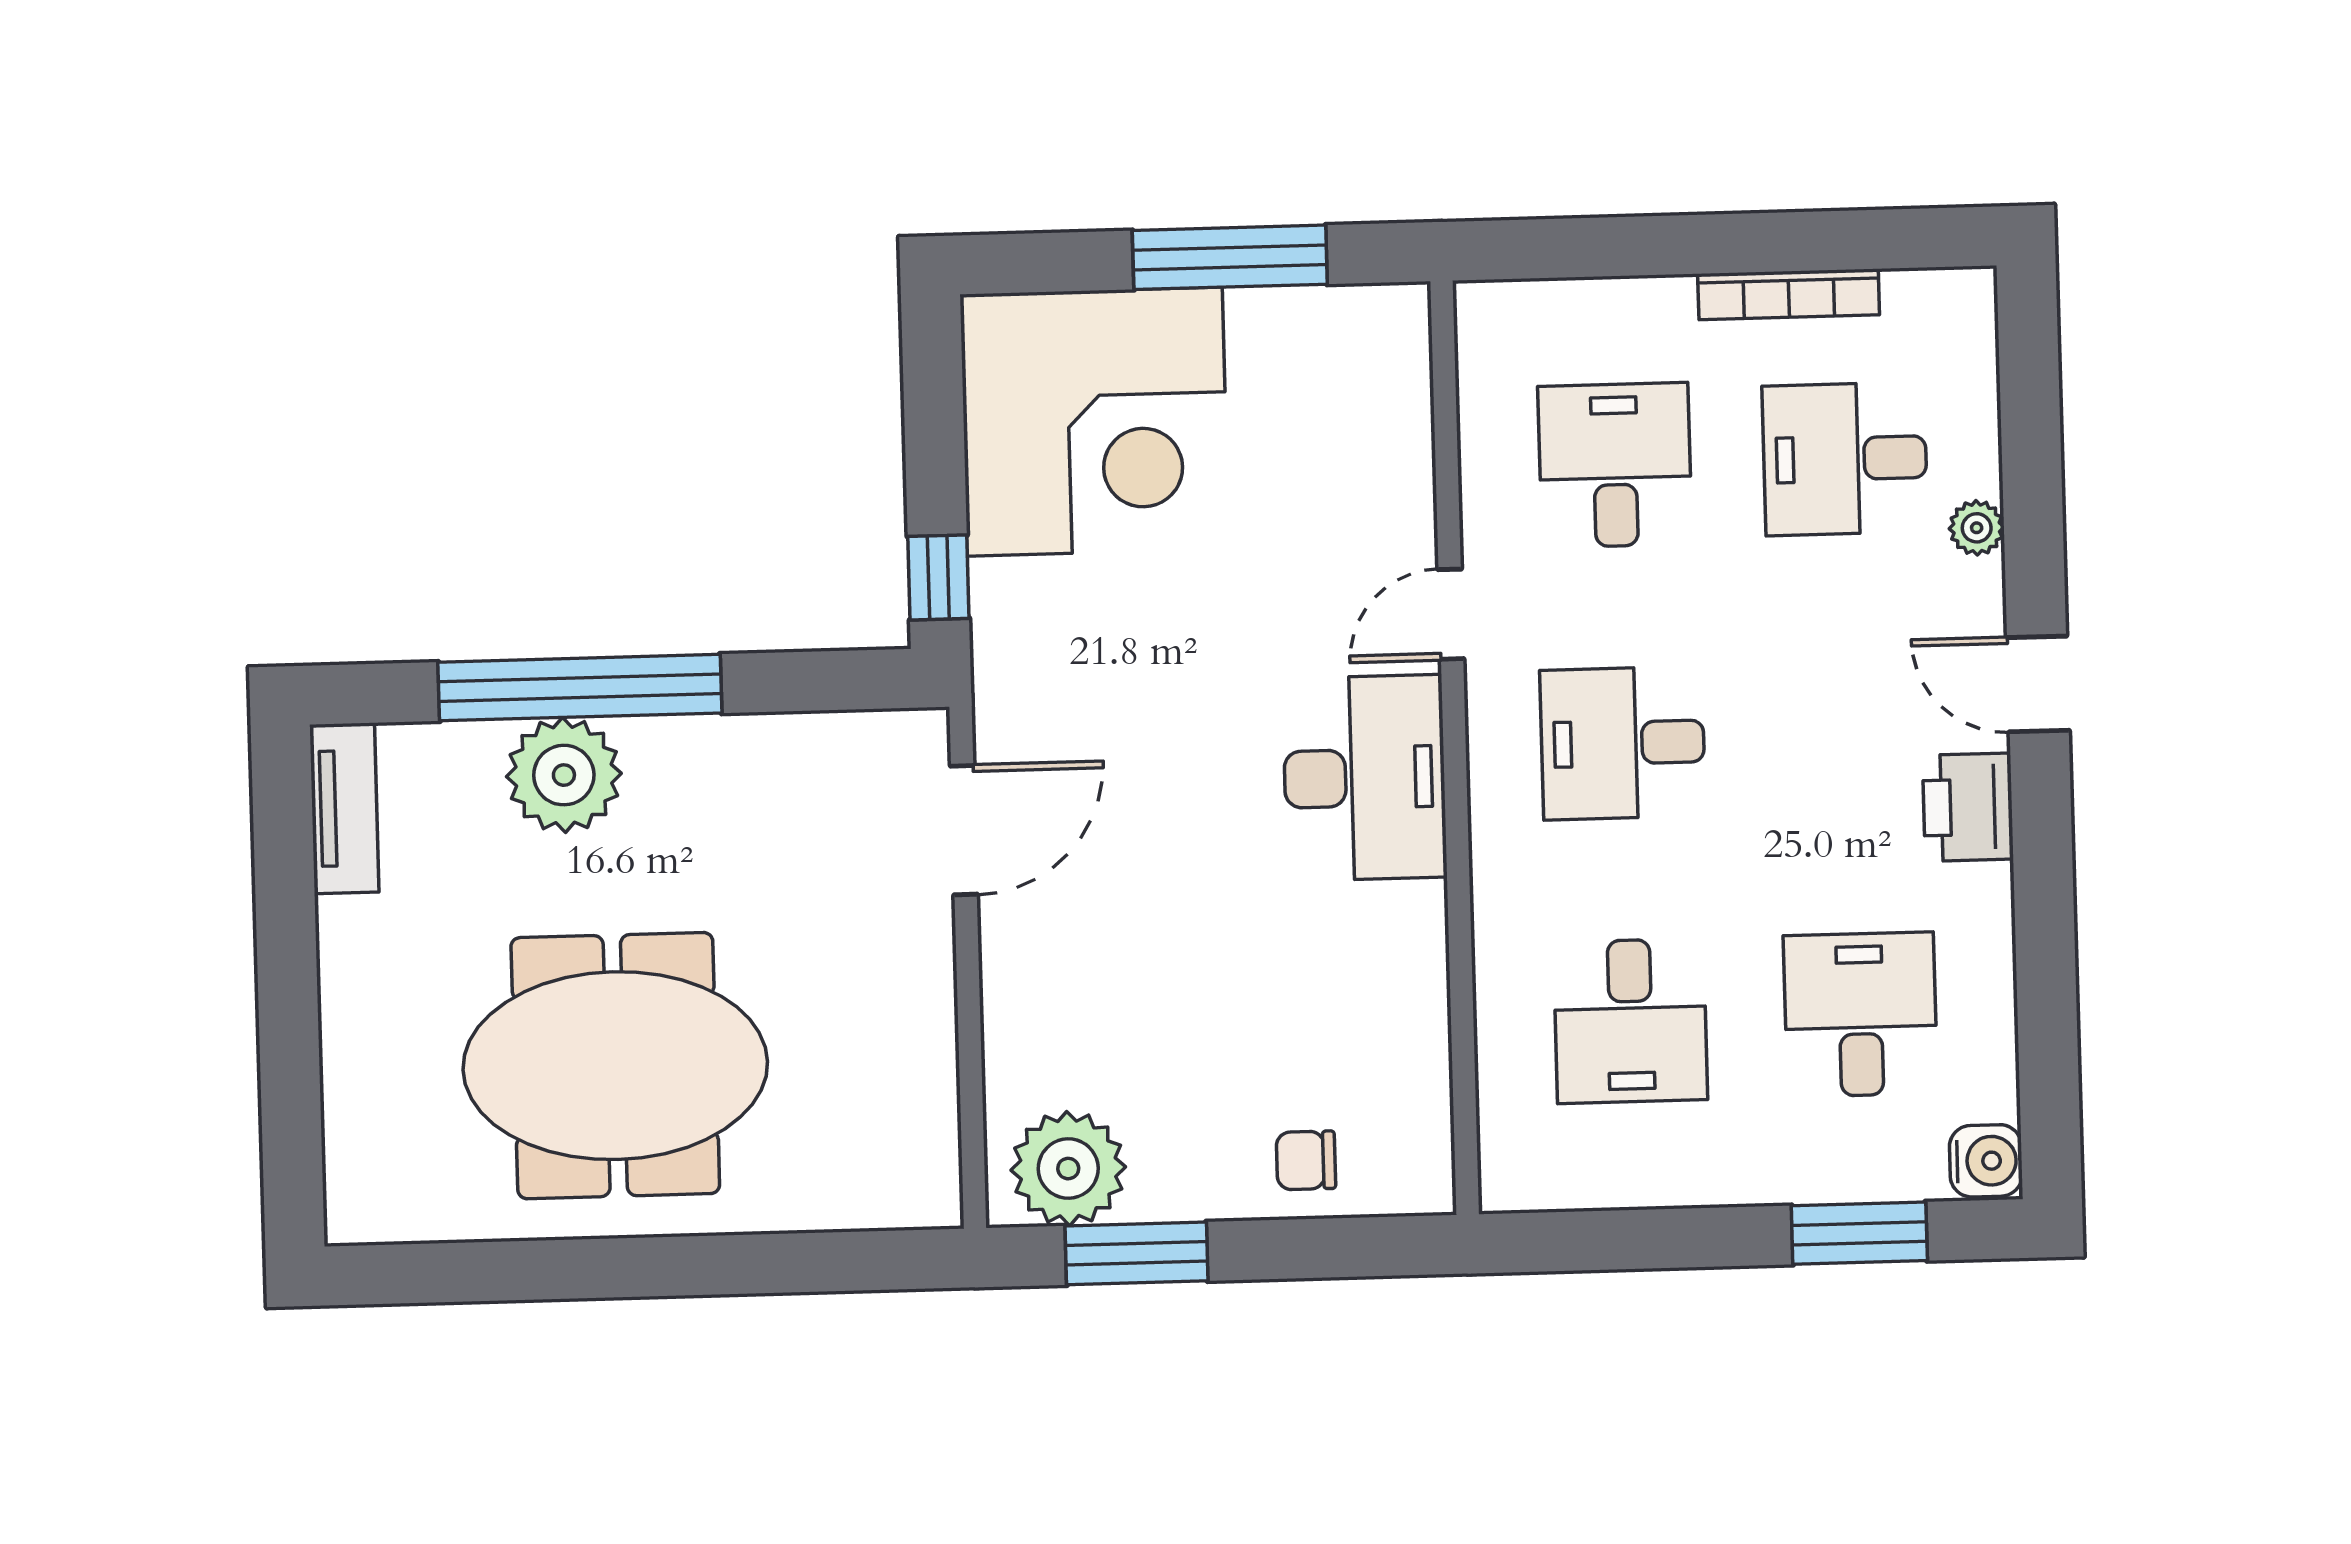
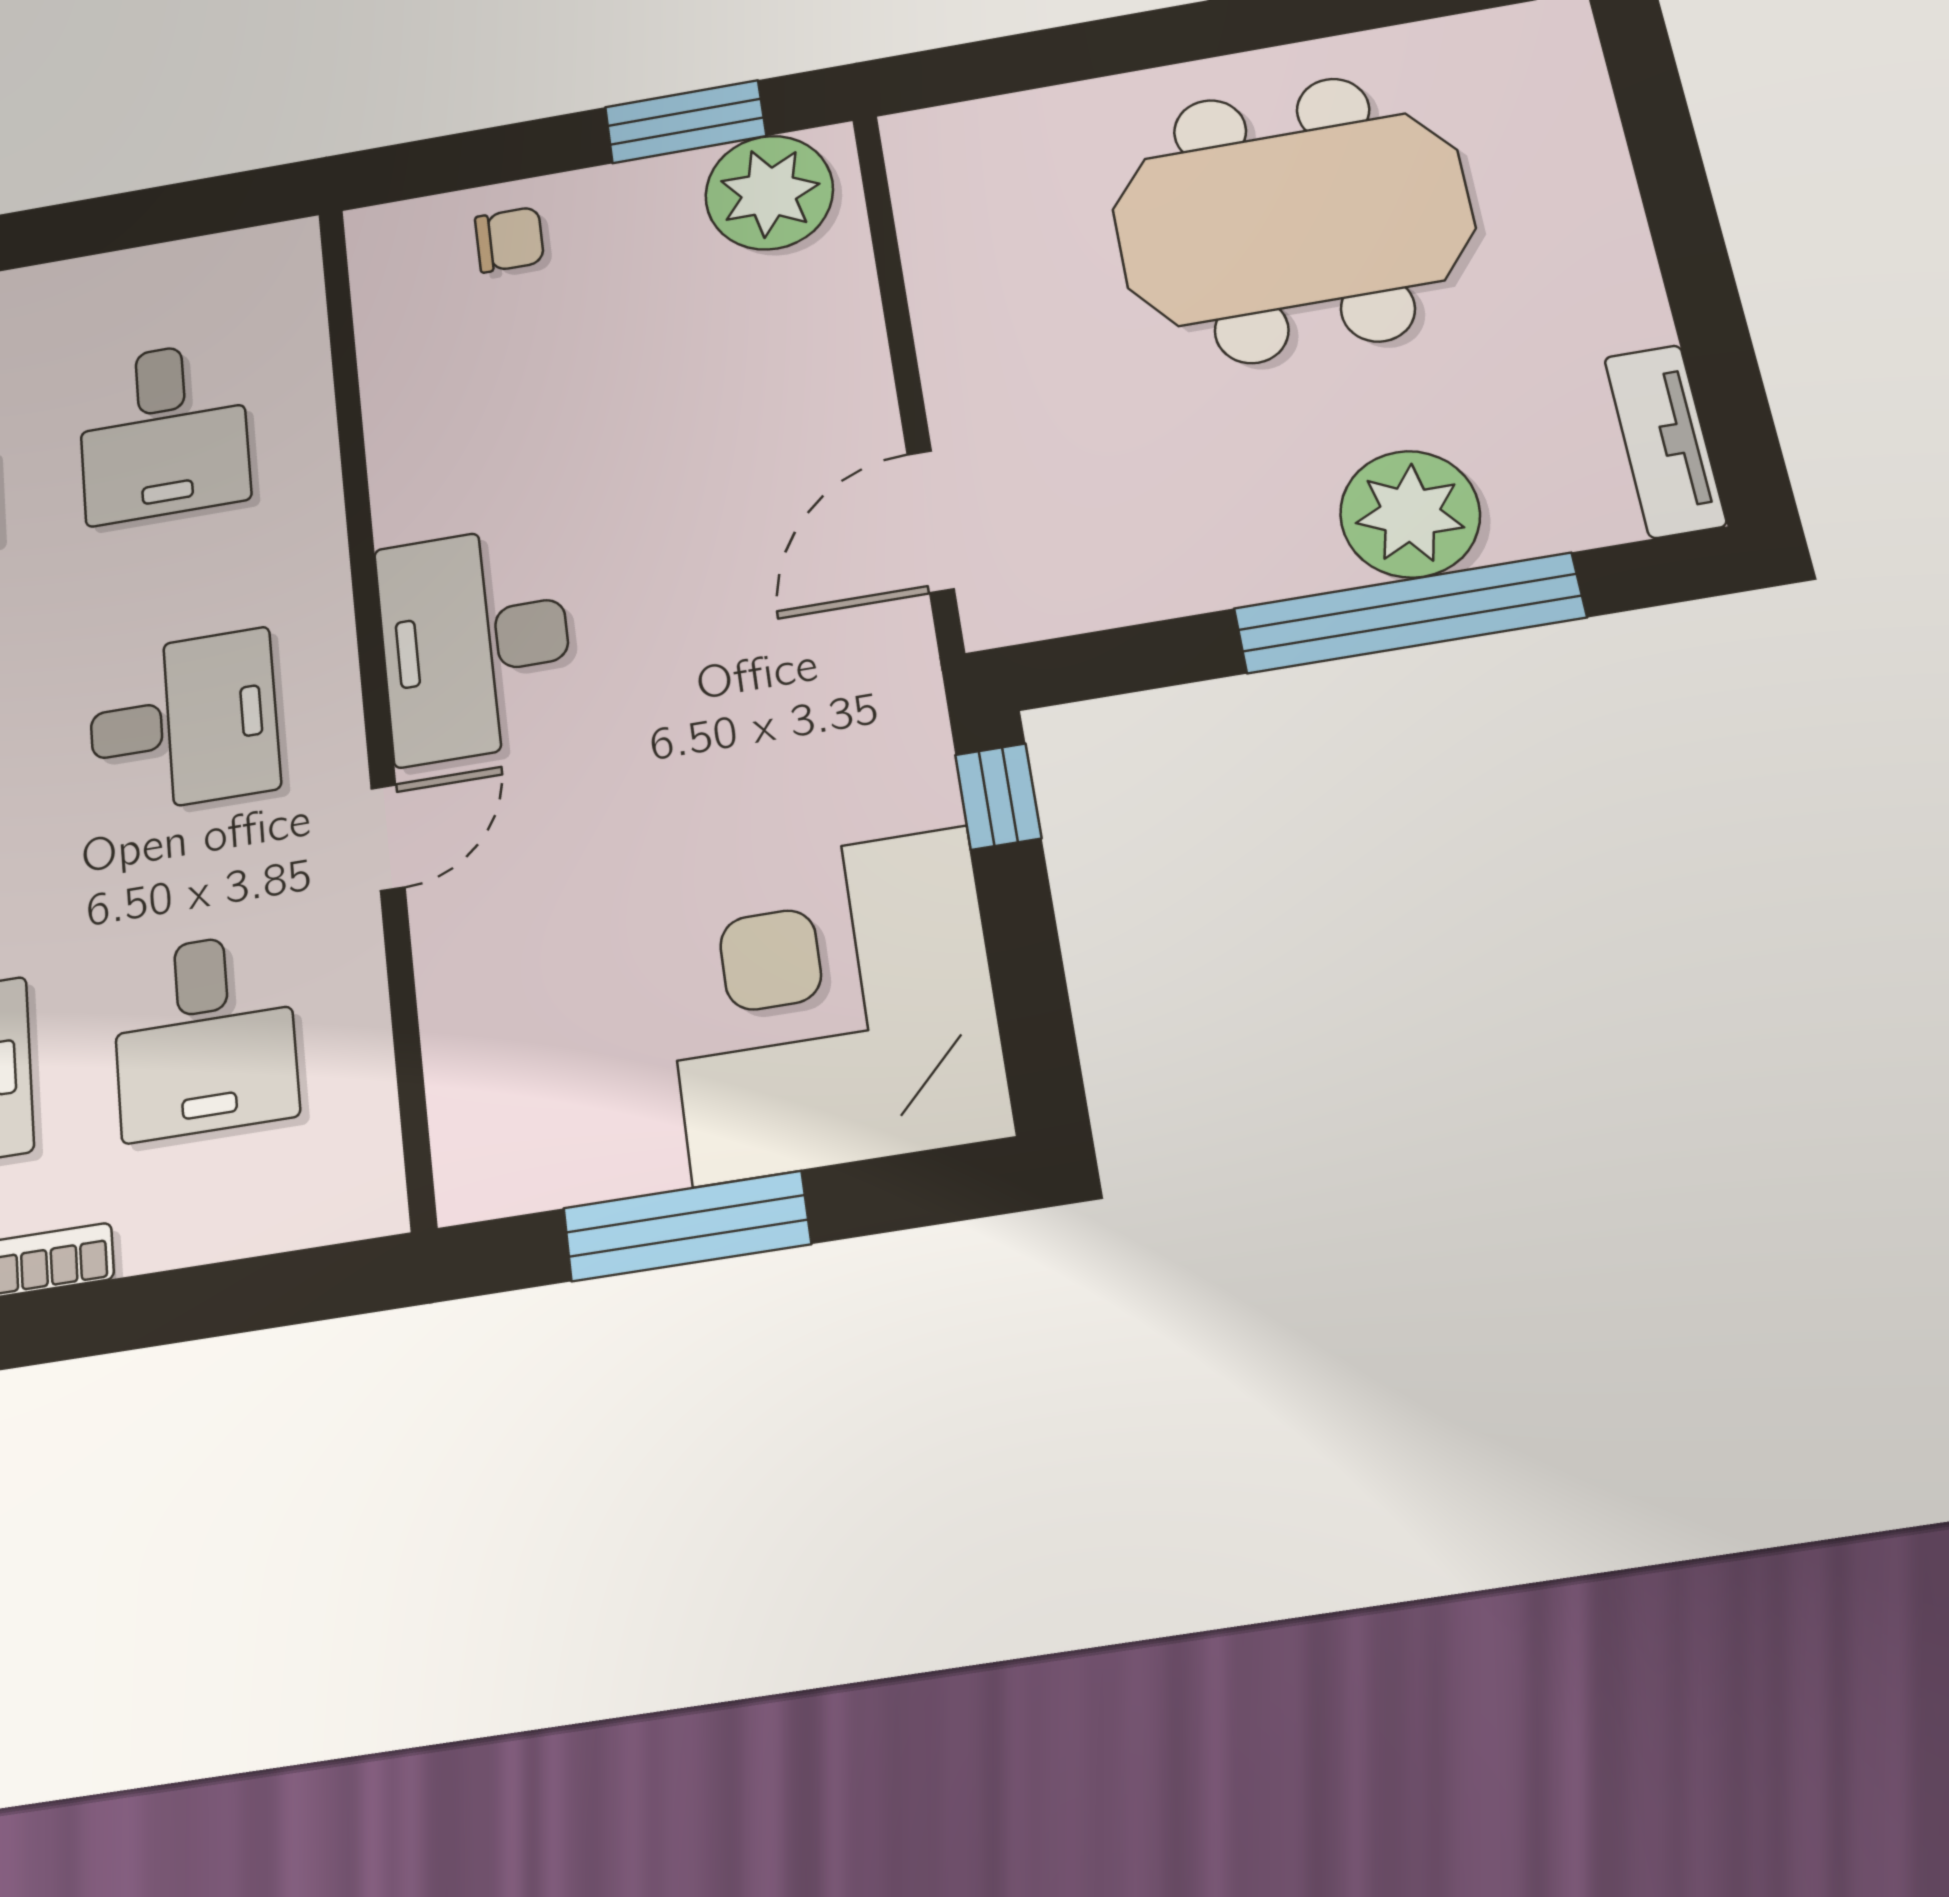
desk: (1630, 1021) -> (163, 431), turned 180

